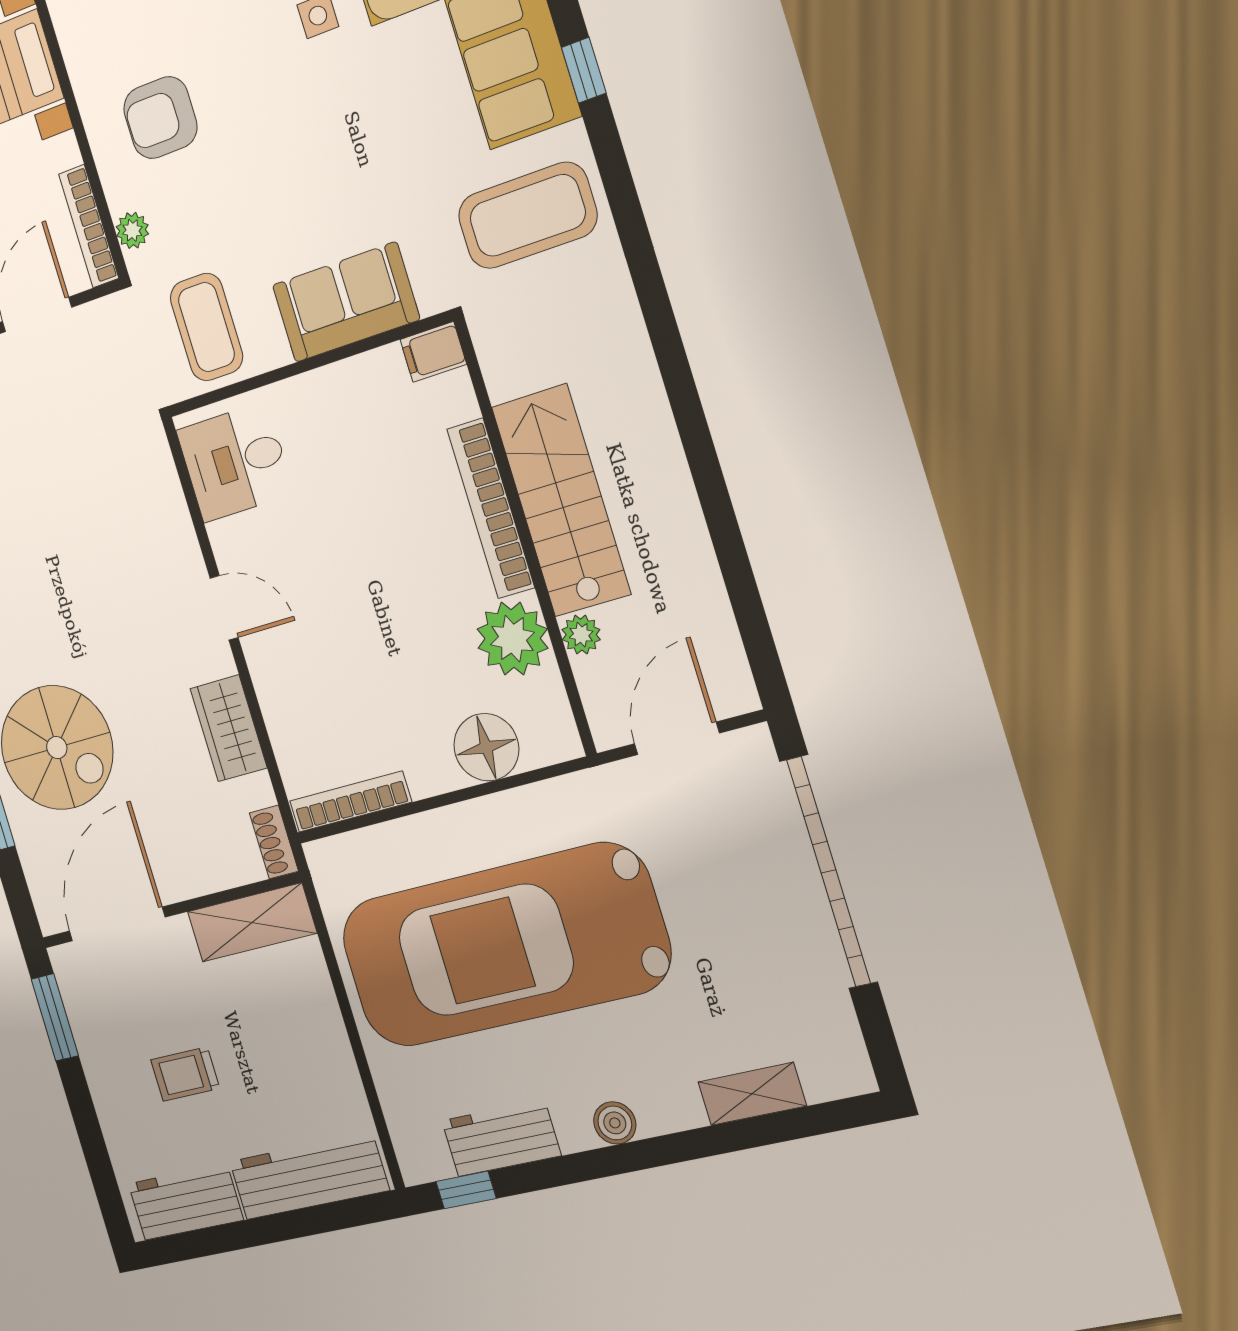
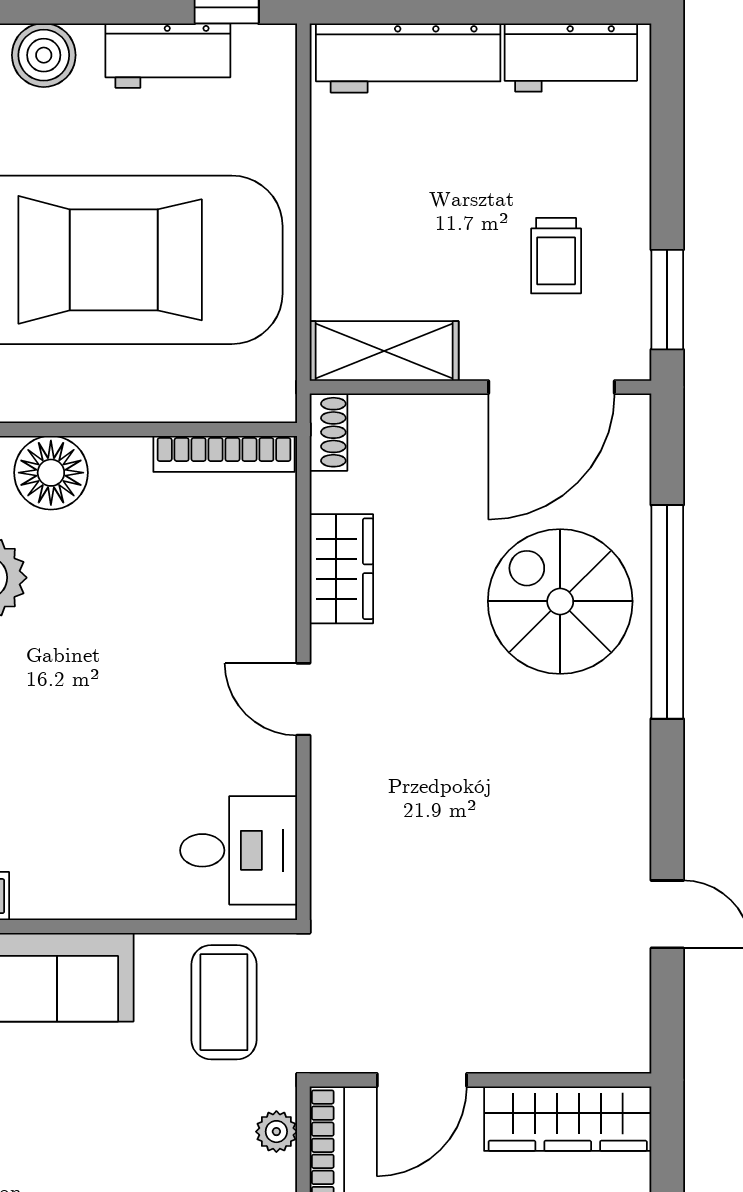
trolley: (185, 1074) -> (556, 256), moved, turned 90
boiler: (615, 1123) -> (44, 55), width x1.36, depth x1.36

